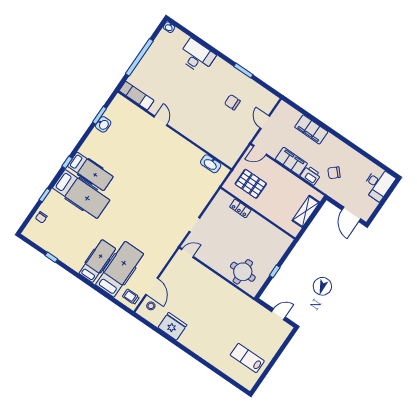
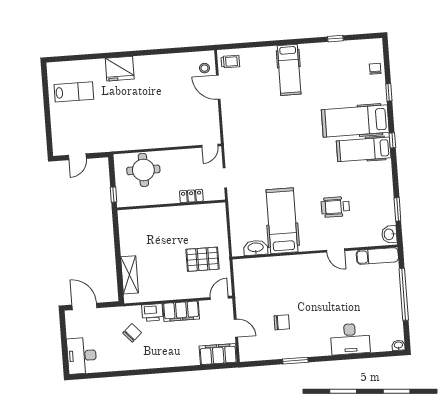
washbasin: (103, 124) -> (389, 234), moved
filing cabinet: (311, 129) -> (218, 354), moved
wheelchair: (138, 149) -> (335, 207), added
locker: (240, 208) -> (191, 196), moved
wall: (258, 213) -> (171, 205), moved
hospital bed: (120, 269) -> (282, 221), moved, turned 180
fridge: (172, 326) -> (120, 69), moved

